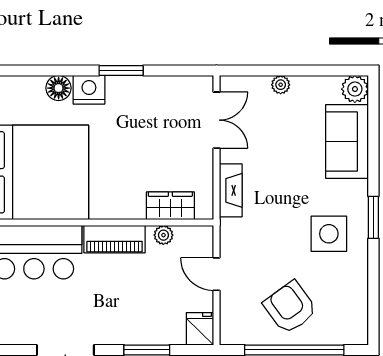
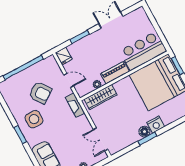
floor lamp: (59, 88) -> (144, 132), moved
fireplace: (231, 190) -> (75, 105), moved
wardrobe: (170, 206) -> (101, 97), width x1.50
armchair: (290, 307) -> (40, 93), moved

